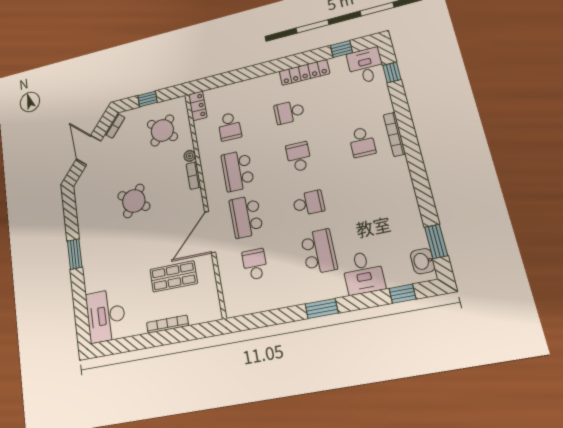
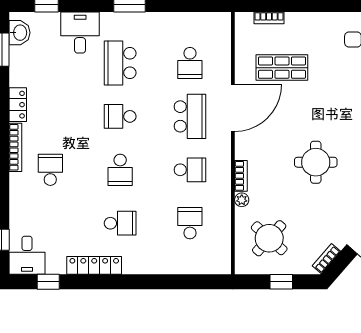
locker: (198, 106) -> (18, 105), moved, turned 180
bookcase: (394, 134) -> (15, 147), moved
school desk: (238, 171) -> (190, 170), width x0.54
round table: (134, 201) -> (316, 162), turned -35
bookcase: (167, 324) -> (269, 18), moved, width x0.64

